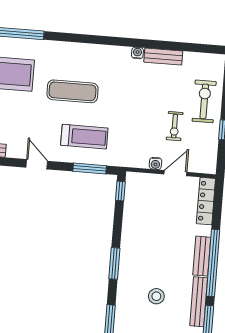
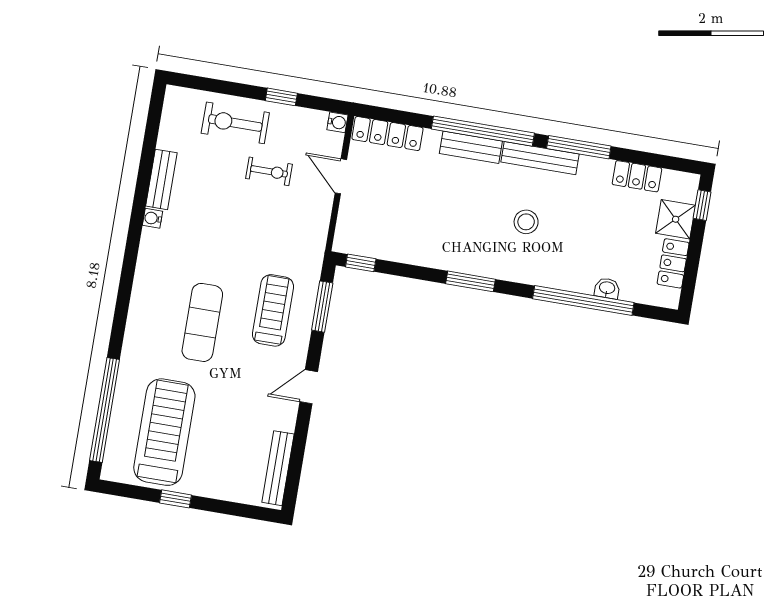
water cooler: (155, 163) -> (337, 122), moved

